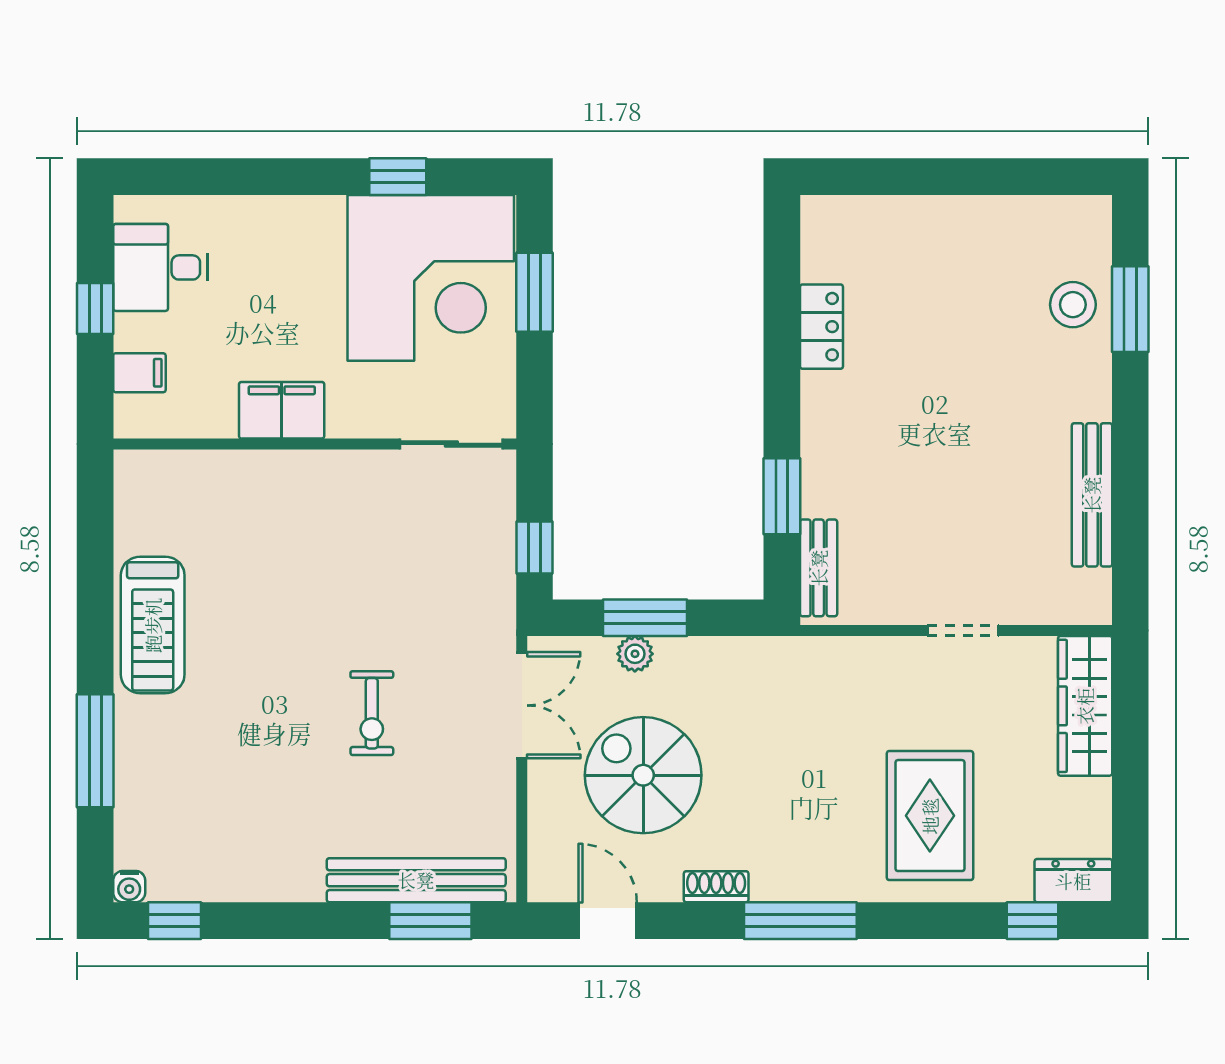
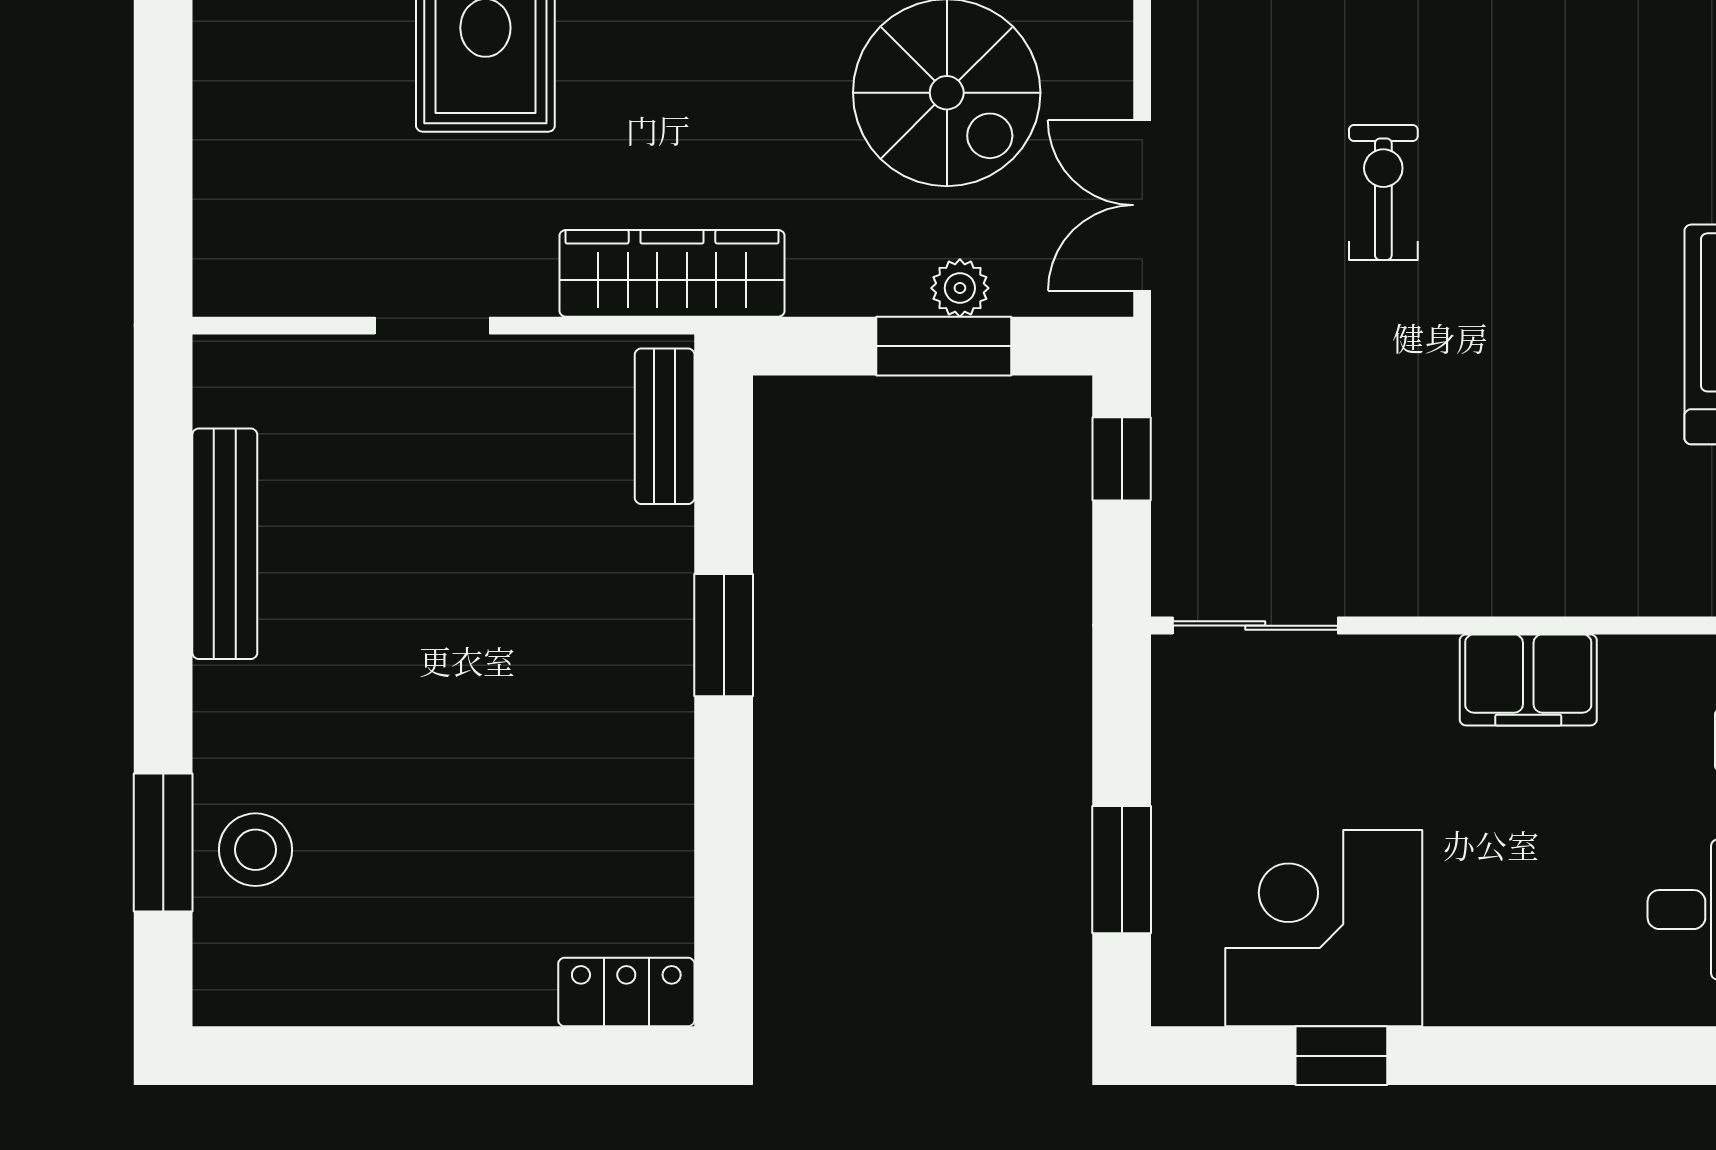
corner desk: (431, 278) -> (1324, 928), width x0.74, depth x0.74
locker: (821, 327) -> (626, 992), moved, turned 90
window: (782, 496) -> (724, 635), moved
wardrobe: (1085, 706) -> (672, 273), moved, turned -90

